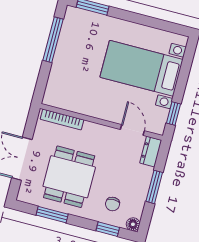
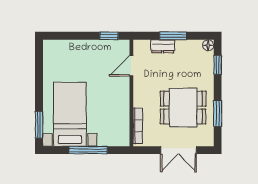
window: (53, 40) -> (88, 150), moved
bed with nightstands: (141, 68) -> (70, 114), moved, turned 180
dresser: (151, 152) -> (163, 46), moved
chair: (113, 204) -> (196, 66), removed

